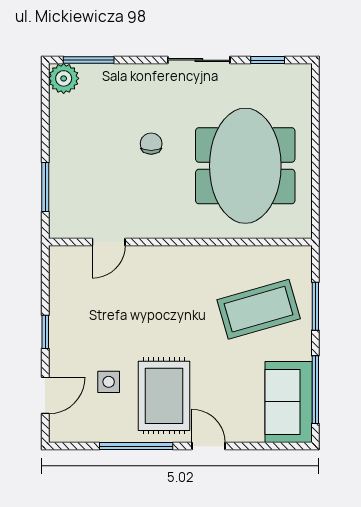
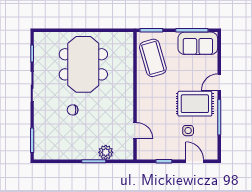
plant: (64, 78) -> (106, 152), moved
meeting table: (245, 166) -> (83, 64), turned 90
door: (109, 242) -> (135, 131), moved
wall: (180, 242) -> (135, 96), moved

